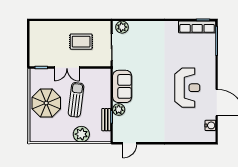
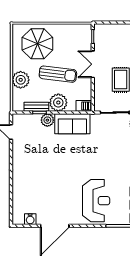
barbecue: (106, 76) -> (84, 106), added
reception desk: (187, 88) -> (96, 201), moved, turned -90
plant: (102, 99) -> (58, 103), added
parasol: (46, 103) -> (37, 44), moved

